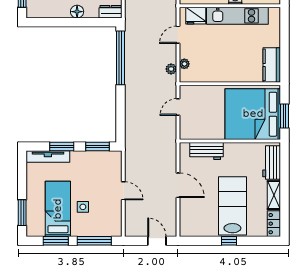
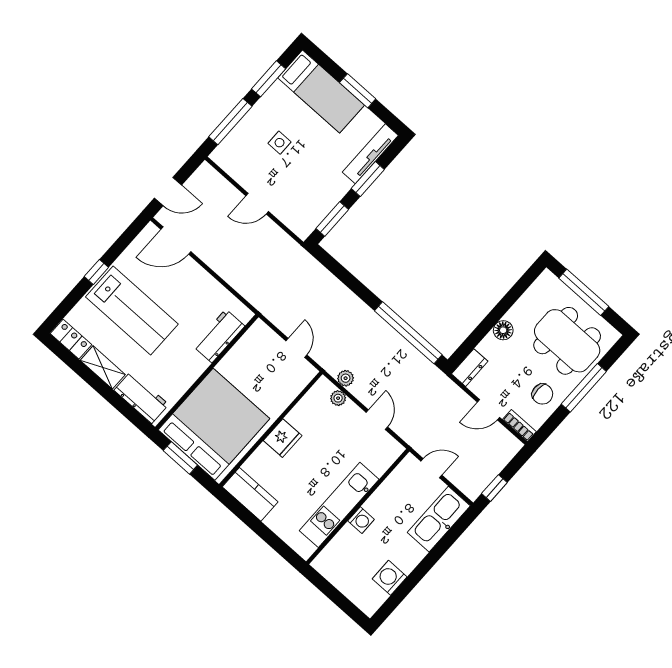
fridge: (196, 16) -> (283, 438), moved, turned 180
door: (178, 185) -> (176, 241), moved
bed: (58, 209) -> (321, 91), moved
window: (22, 213) -> (358, 91), moved

